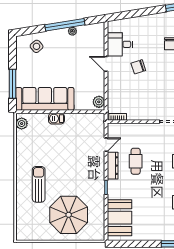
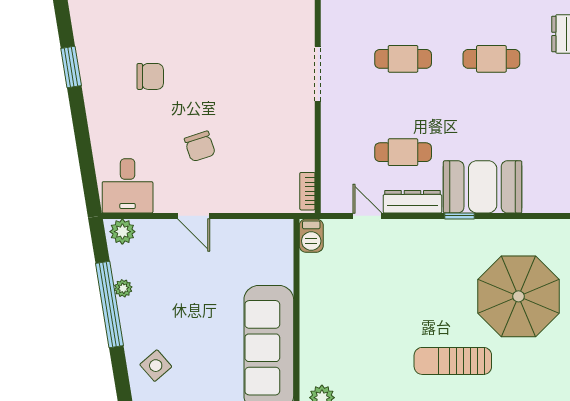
desk: (120, 44) -> (128, 186), moved
door: (106, 64) -> (194, 216), hinge flipped
plant: (99, 102) -> (122, 232), moved
barbecue: (56, 119) -> (311, 236), moved
booth: (120, 218) -> (483, 187), moved

